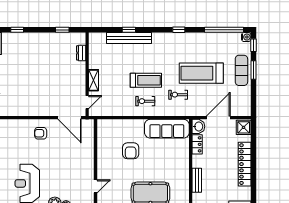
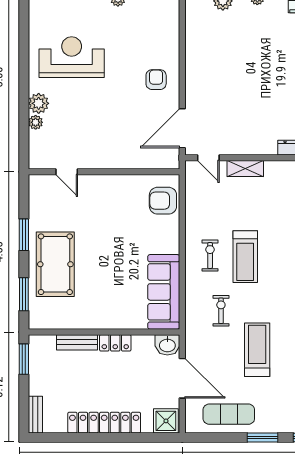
exercise mat: (241, 70) -> (229, 414), moved
treadmill: (201, 73) -> (257, 350), width x0.73, depth x0.73
locker: (197, 144) -> (115, 343), moved
armchair: (131, 151) -> (163, 201), moved

